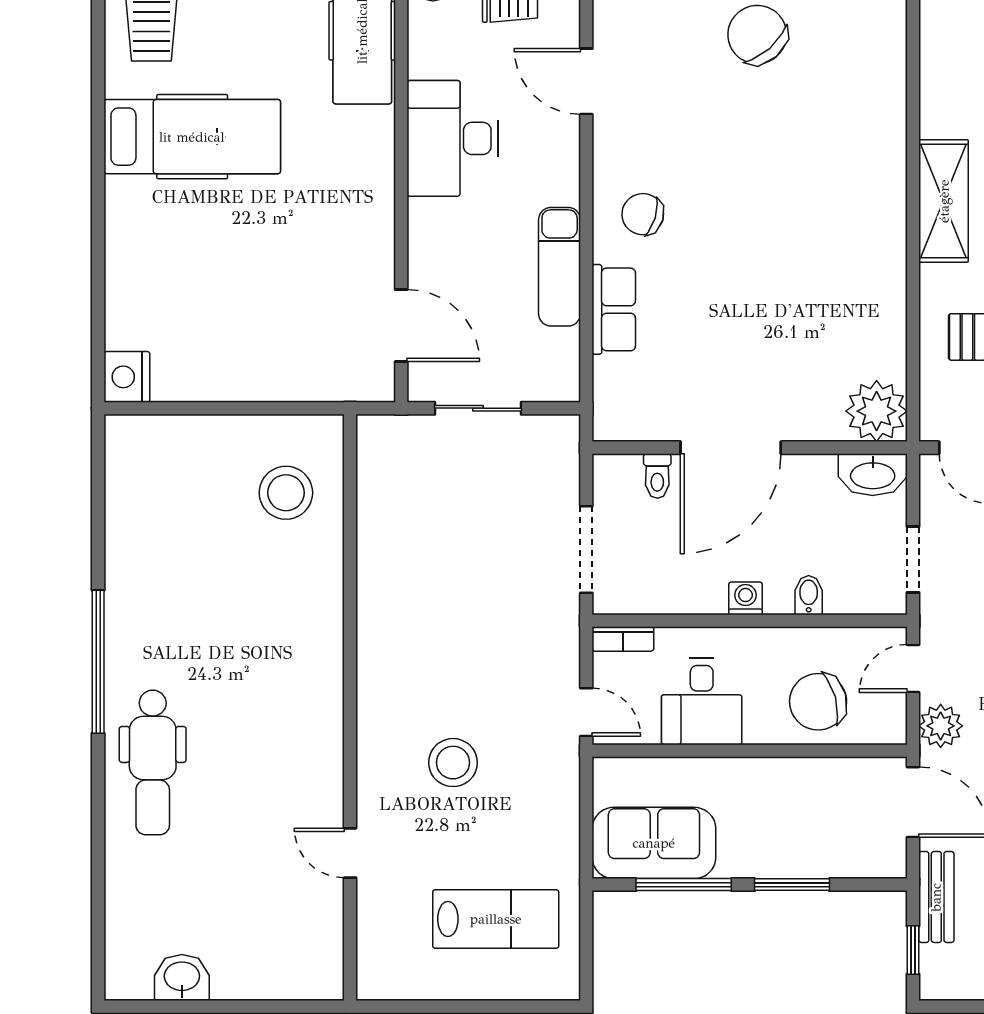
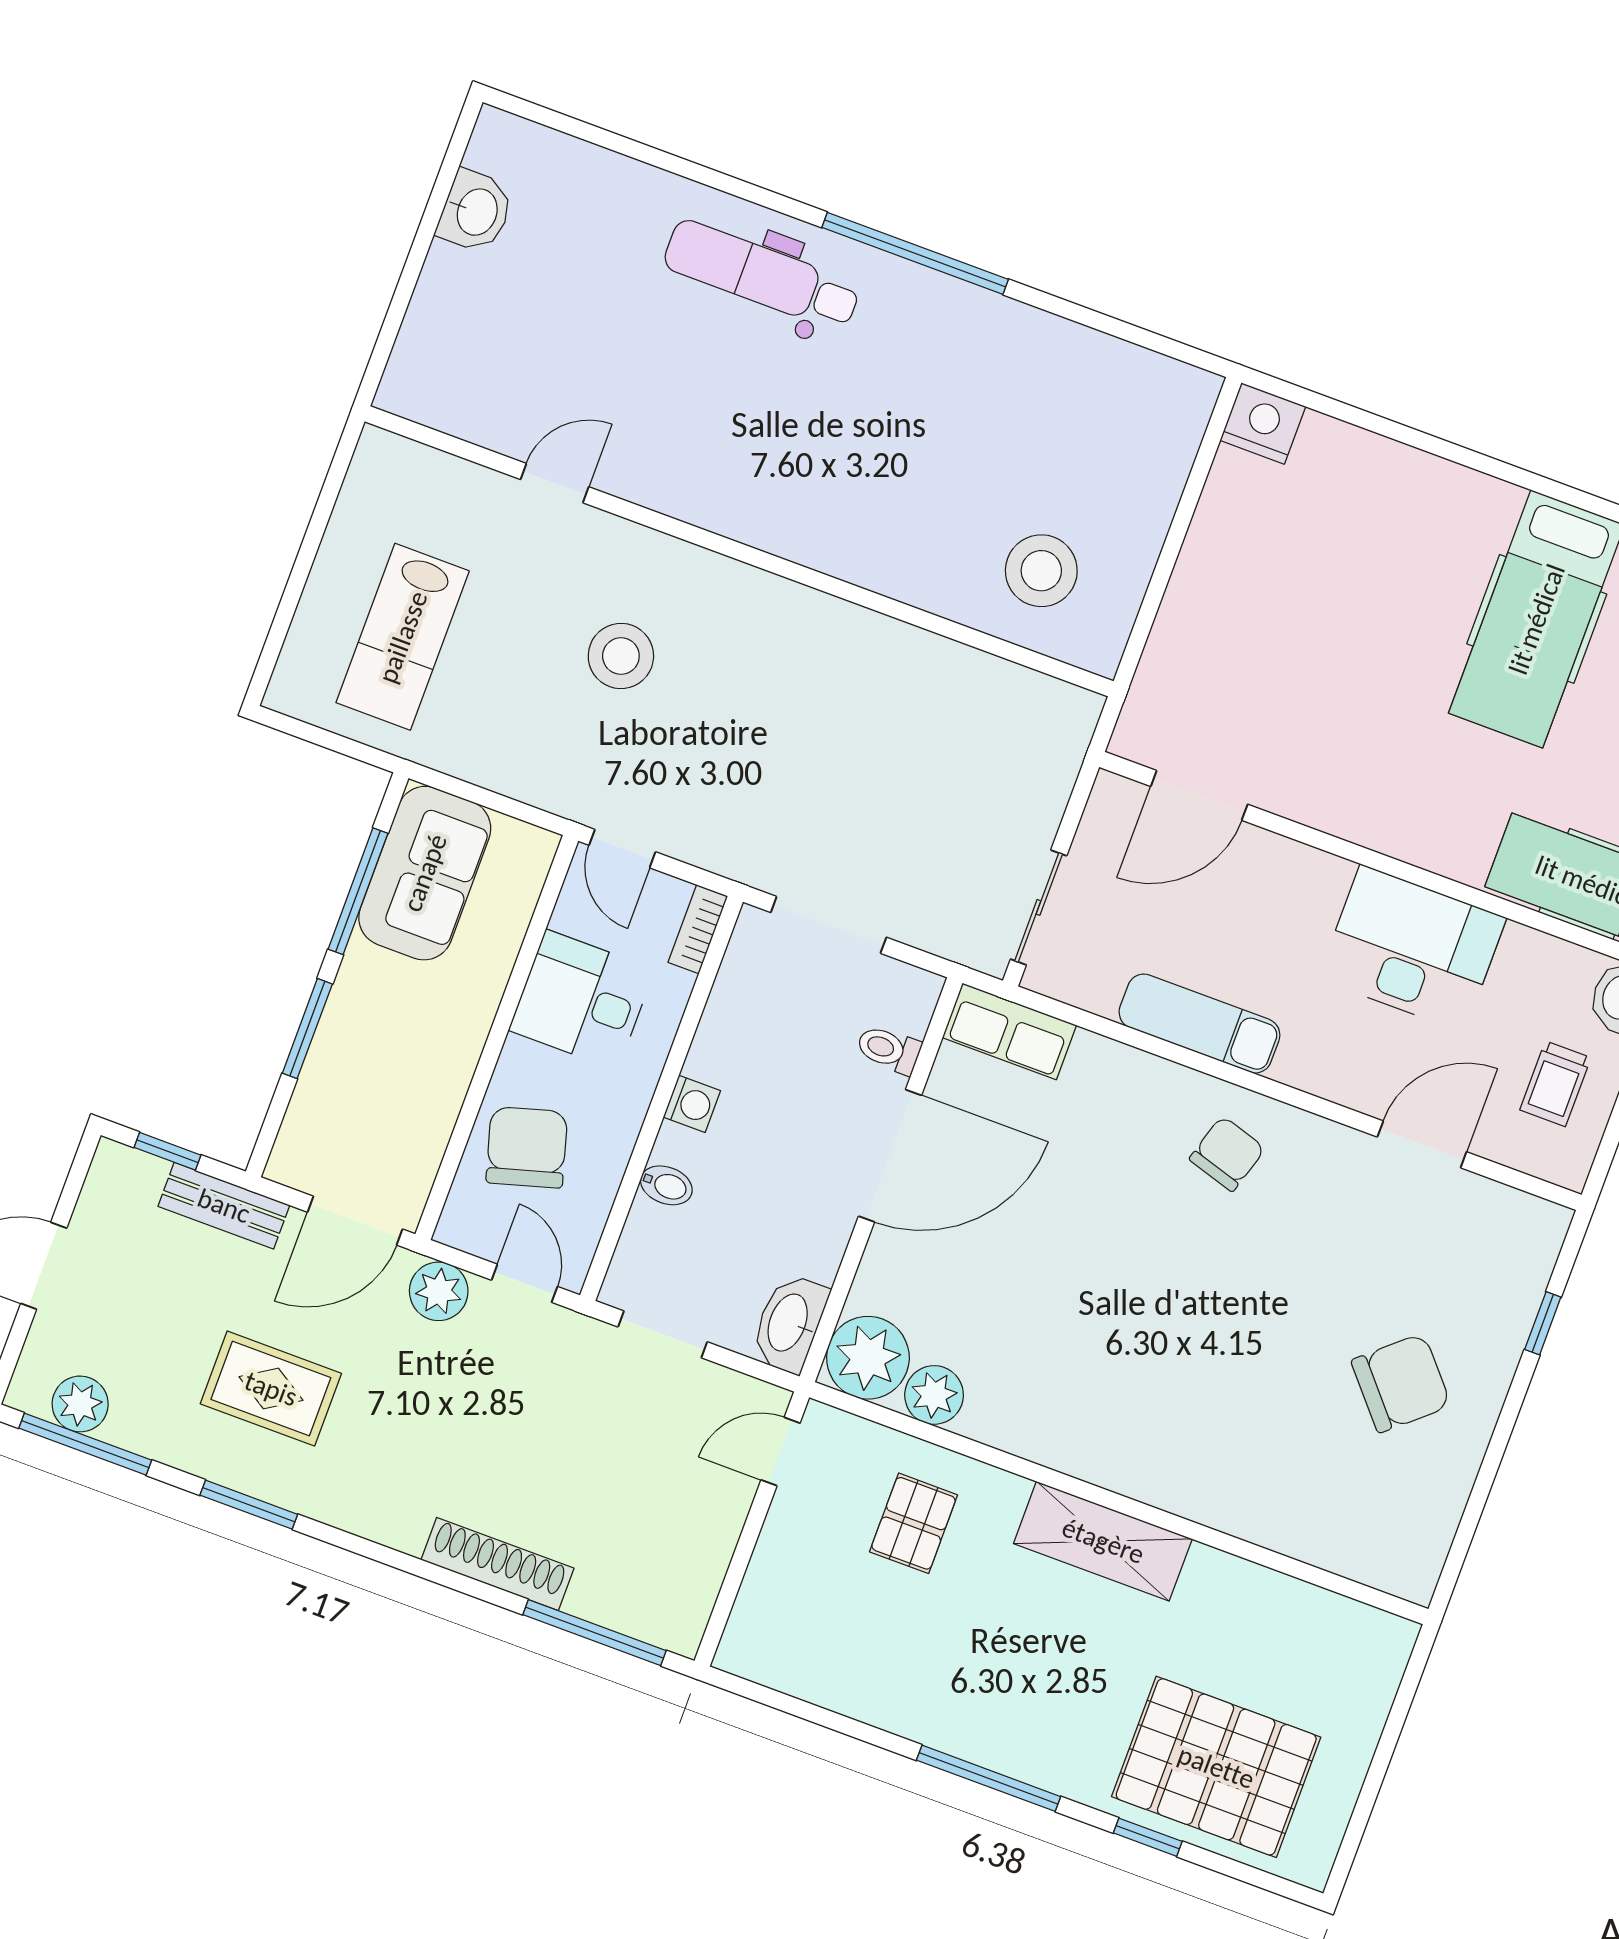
row of seats: (614, 309) -> (1009, 1031), moved
plant: (885, 356) -> (934, 1395), added
sliding door: (478, 408) -> (1039, 907), moved
door: (731, 448) -> (890, 1156), swing flipped
door: (586, 712) -> (622, 849), hinge flipped

